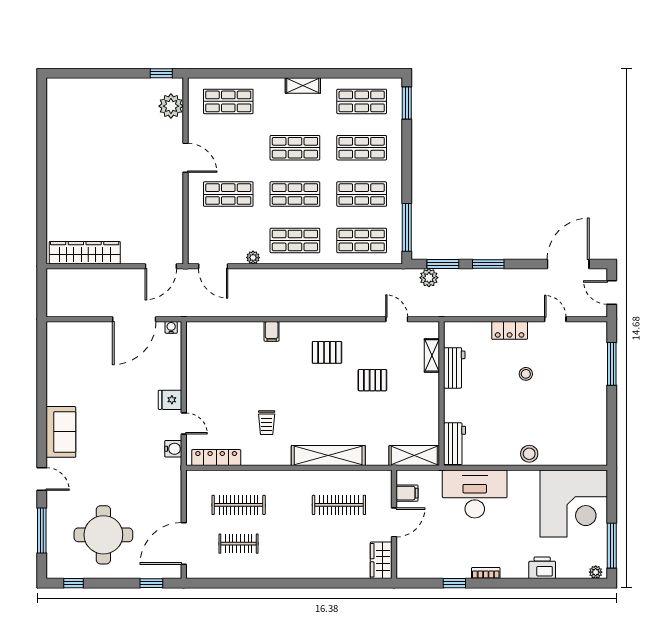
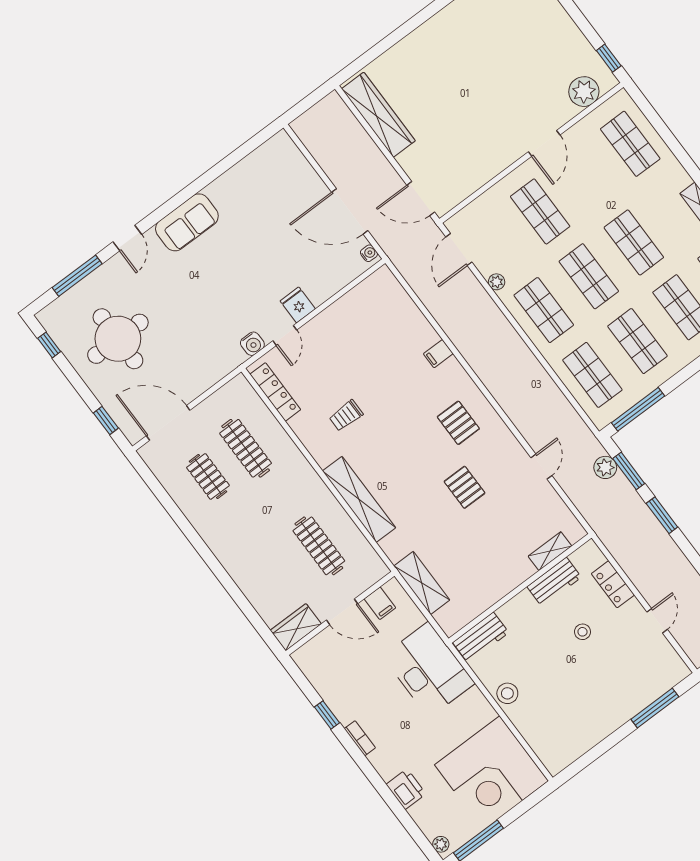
shelving: (432, 355) -> (550, 551), moved
workbench: (454, 368) -> (554, 582), moved
wall: (442, 394) -> (520, 588), moved
workbench: (455, 444) -> (481, 638), moved

